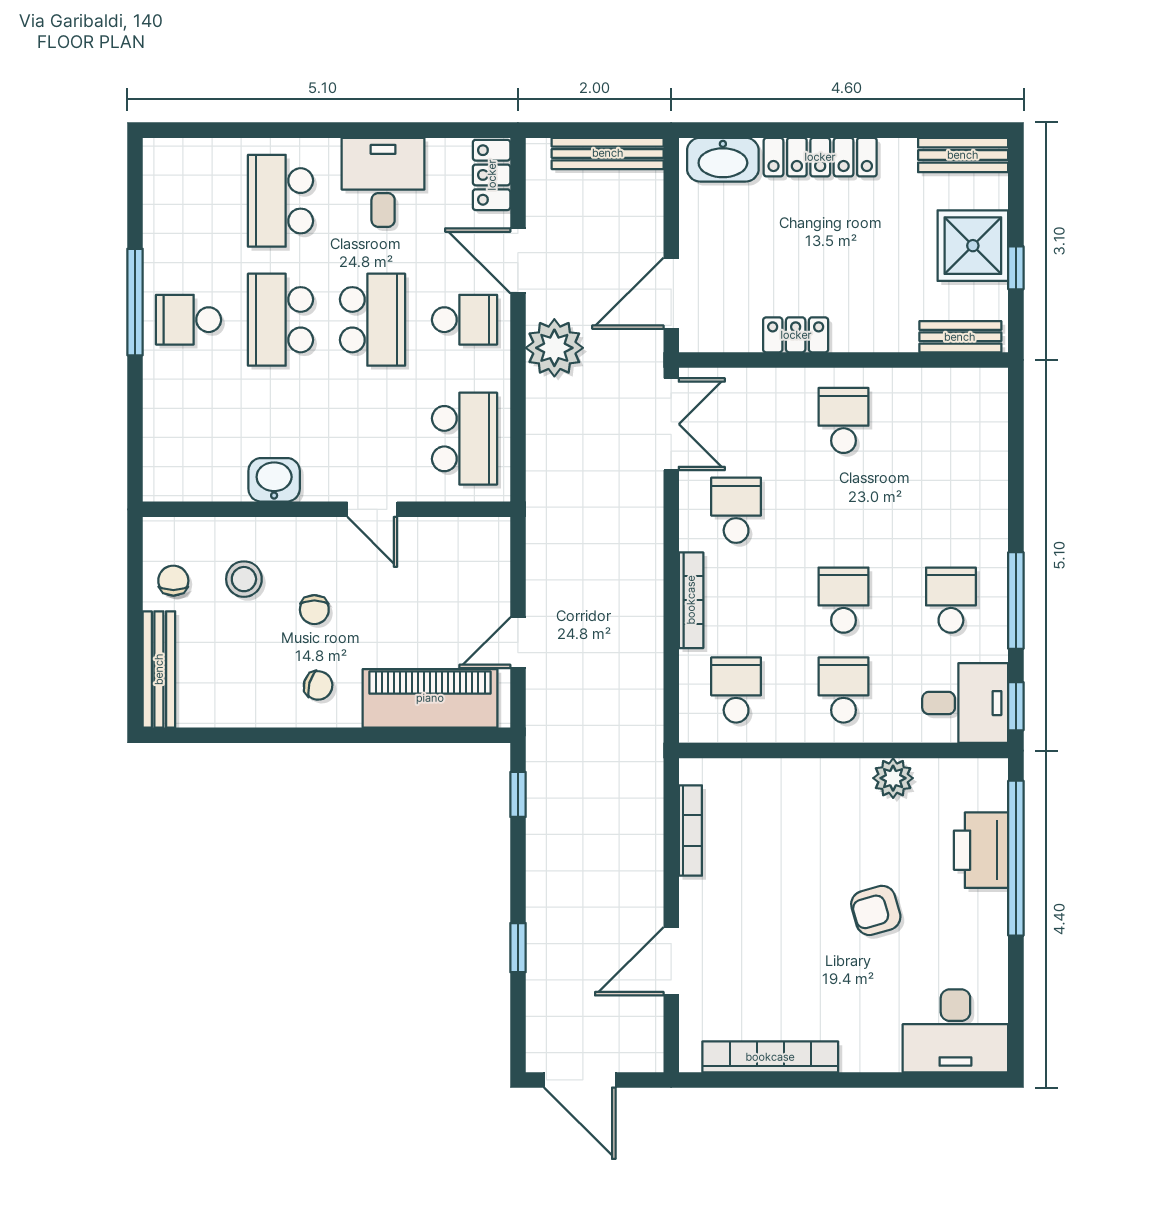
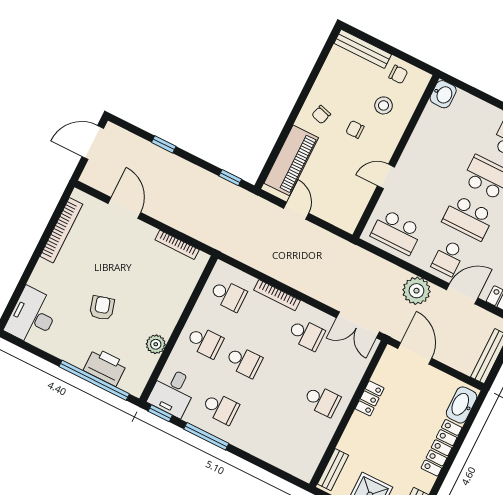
washbasin: (274, 480) -> (443, 94), moved

